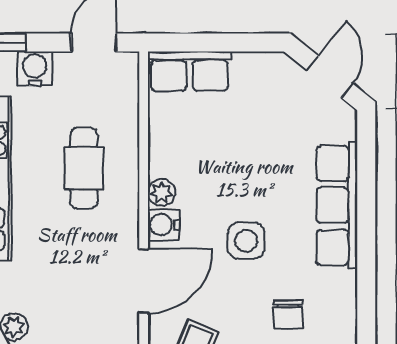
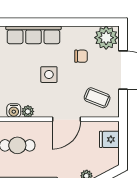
water cooler: (164, 225) -> (14, 111), moved
door: (144, 281) -> (66, 119), swing flipped

